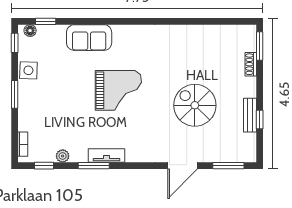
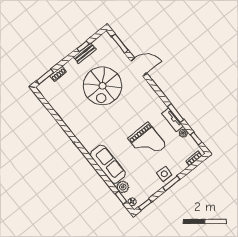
plant: (56, 34) -> (123, 187), added
sofa: (89, 38) -> (108, 164), width x1.36
side table: (28, 70) -> (164, 174), moved
grand piano: (118, 90) -> (147, 142), moved, turned 180
spiral stairs: (195, 105) -> (102, 86), width x1.37, depth x1.37
tv unit: (107, 156) -> (172, 120), moved

